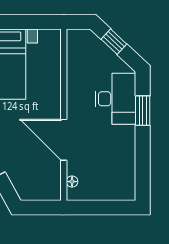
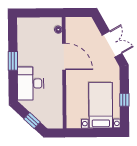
window: (143, 111) -> (13, 61), moved

